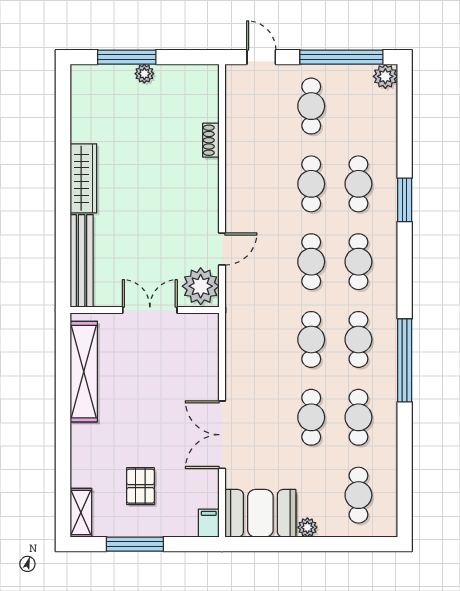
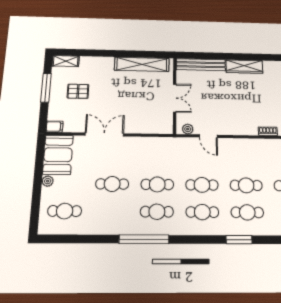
plant: (201, 286) -> (188, 129), width x0.53, depth x0.53
cafe table: (358, 417) -> (111, 211), removed

